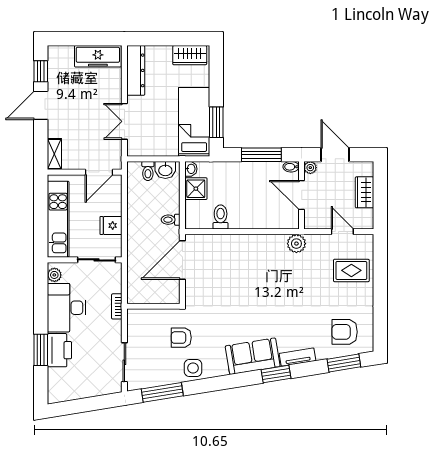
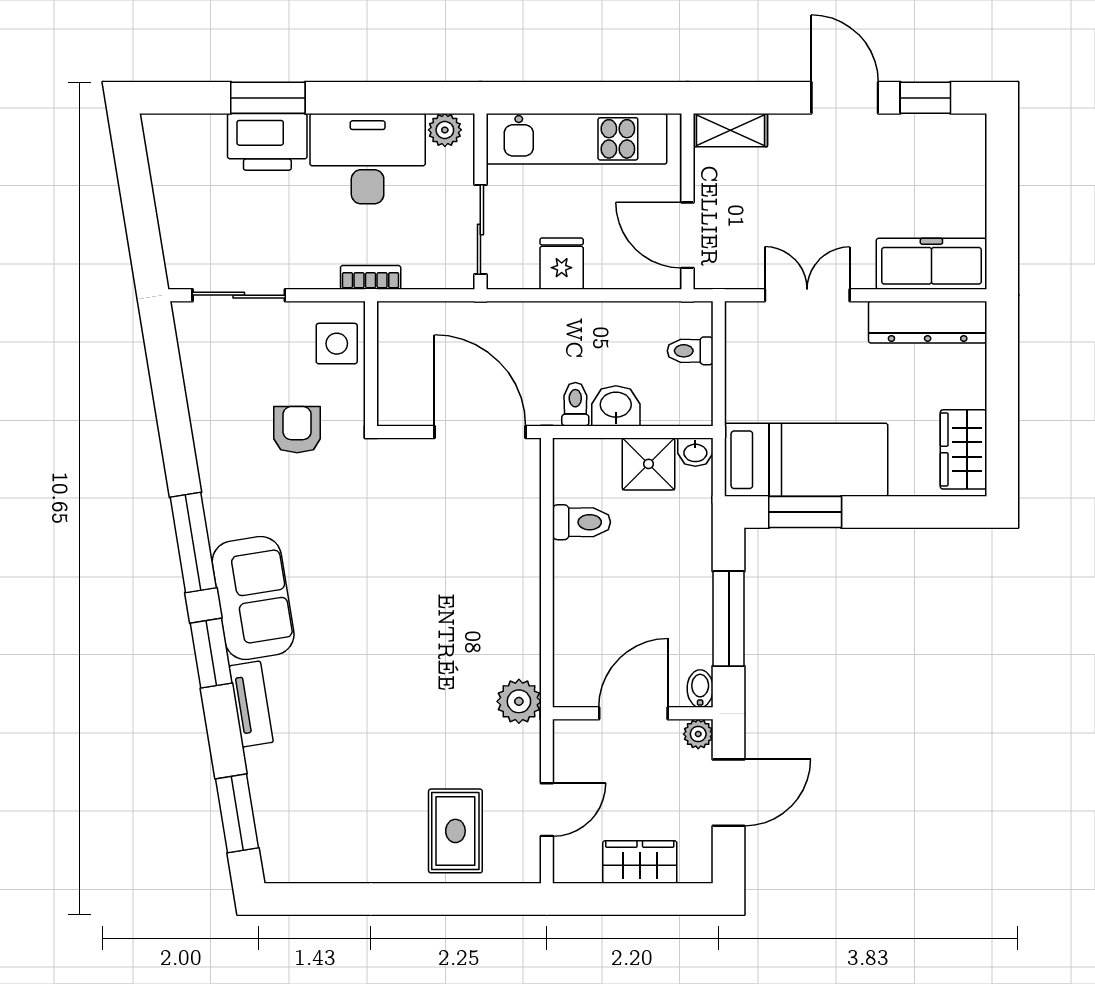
freezer: (98, 56) -> (931, 264), moved, turned 90
washbasin: (165, 170) -> (616, 406), moved, turned 90
armchair: (345, 332) -> (311, 815), removed
side table: (193, 368) -> (337, 344), moved
window: (162, 392) -> (193, 542), moved

